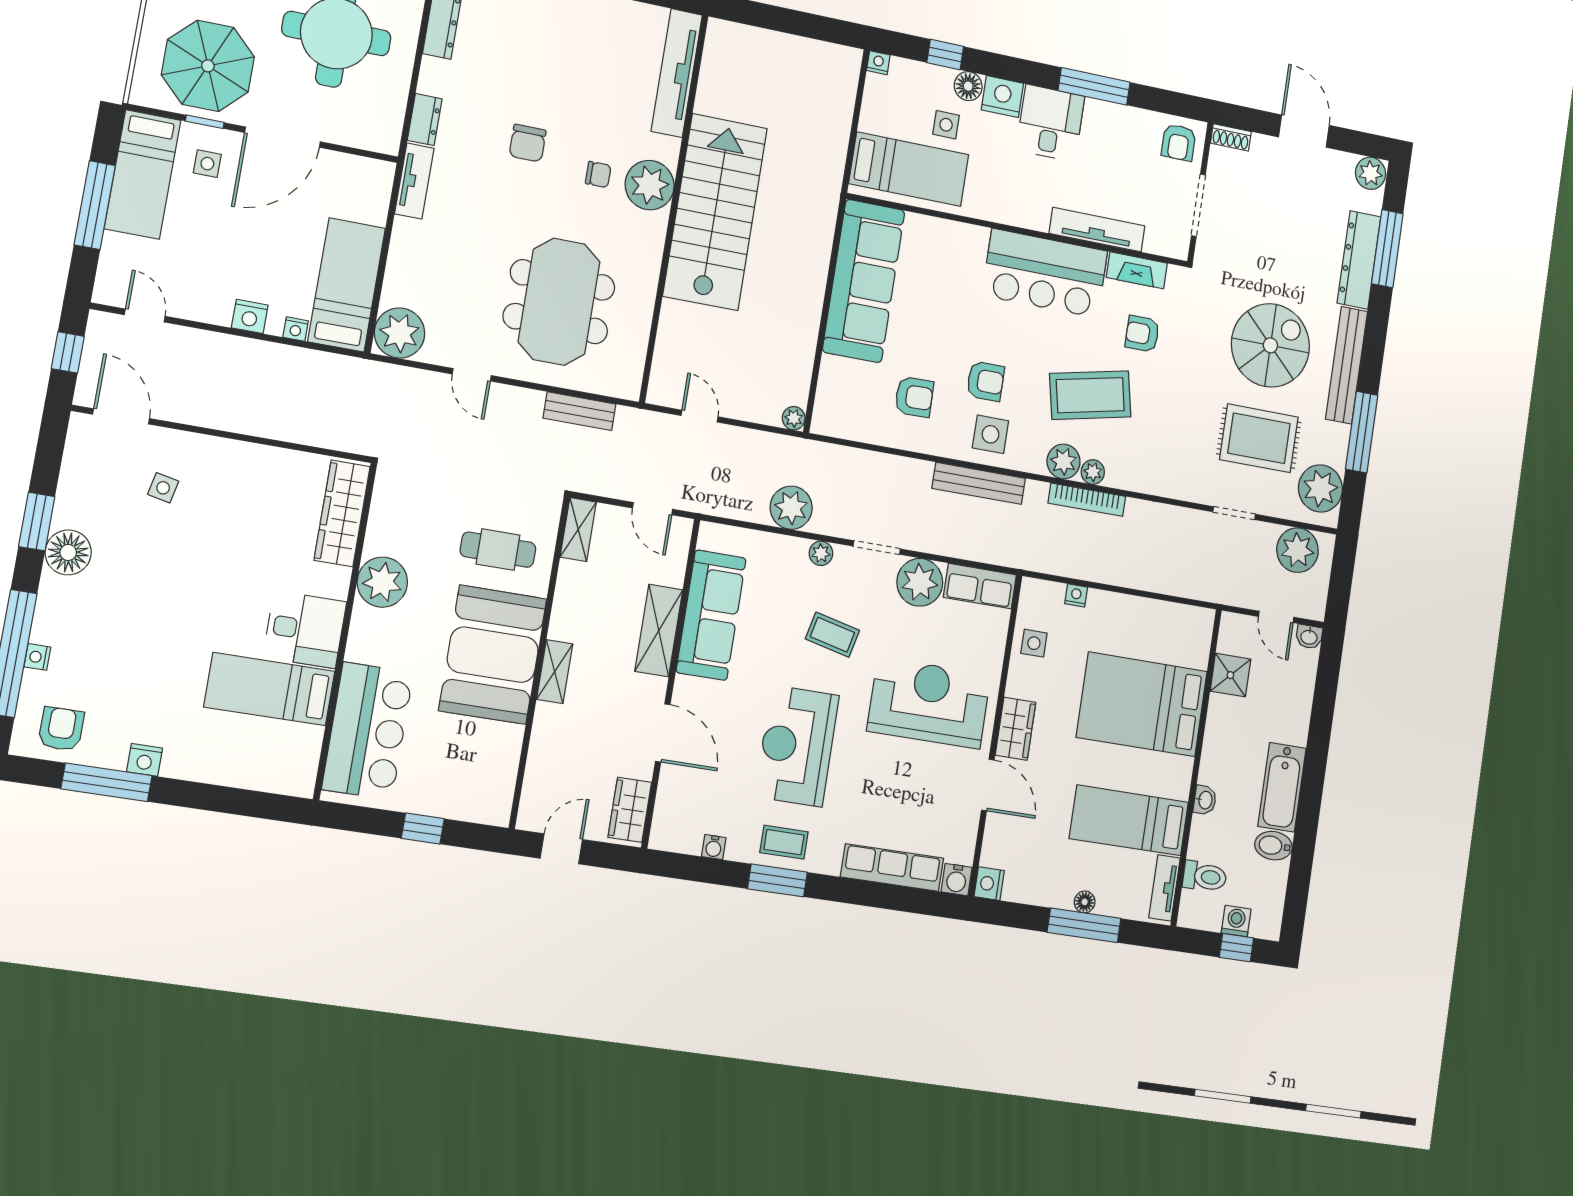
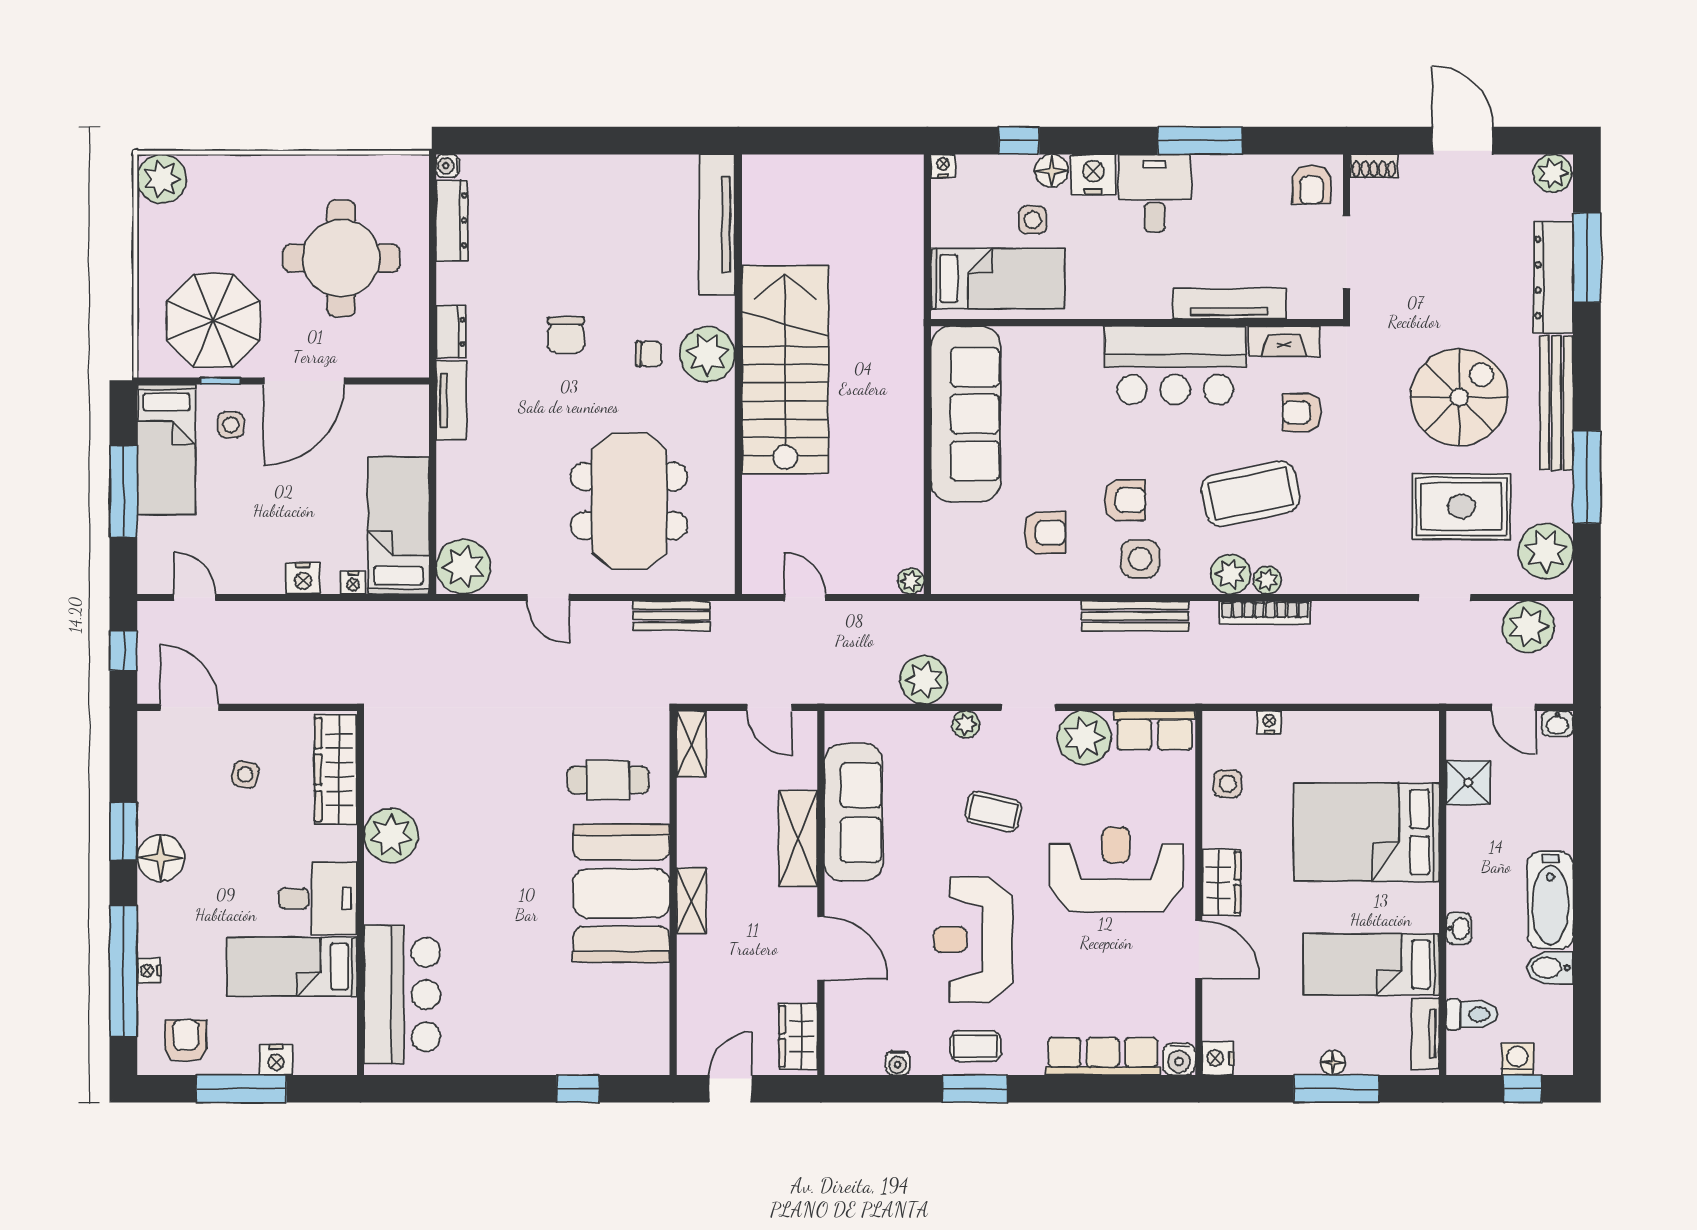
wardrobe: (342, 513) -> (336, 770), moved
plant: (382, 582) -> (391, 835), moved
desk: (305, 630) -> (318, 898), moved
wall: (345, 631) -> (360, 893), moved
bed: (269, 689) -> (292, 967), moved
bar counter: (368, 731) -> (402, 995), moved

